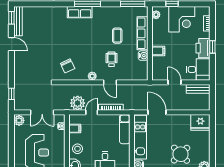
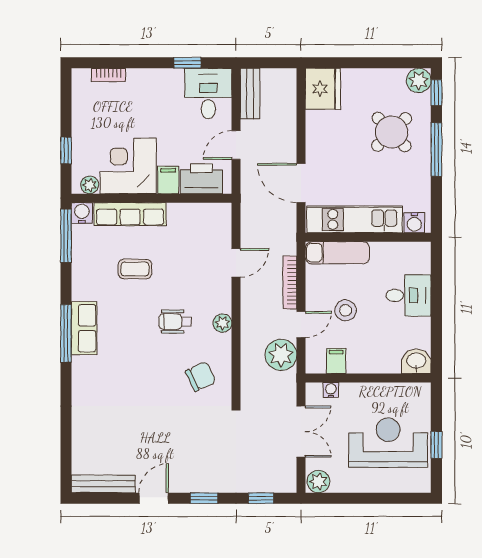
row of seats: (80, 12) -> (84, 328), moved
window: (11, 18) -> (204, 498), moved
corner desk: (182, 19) -> (128, 166), moved, turned -90
window: (212, 47) -> (187, 63), moved
printer: (203, 48) -> (201, 179), moved, turned 180
water cooler: (143, 56) -> (82, 213), moved
wheelchair: (111, 59) -> (175, 322), moved
door: (110, 82) -> (236, 263), moved
door: (92, 112) -> (301, 324), swing flipped
door: (157, 112) -> (301, 183), hinge flipped
stool: (77, 149) -> (346, 310), moved

